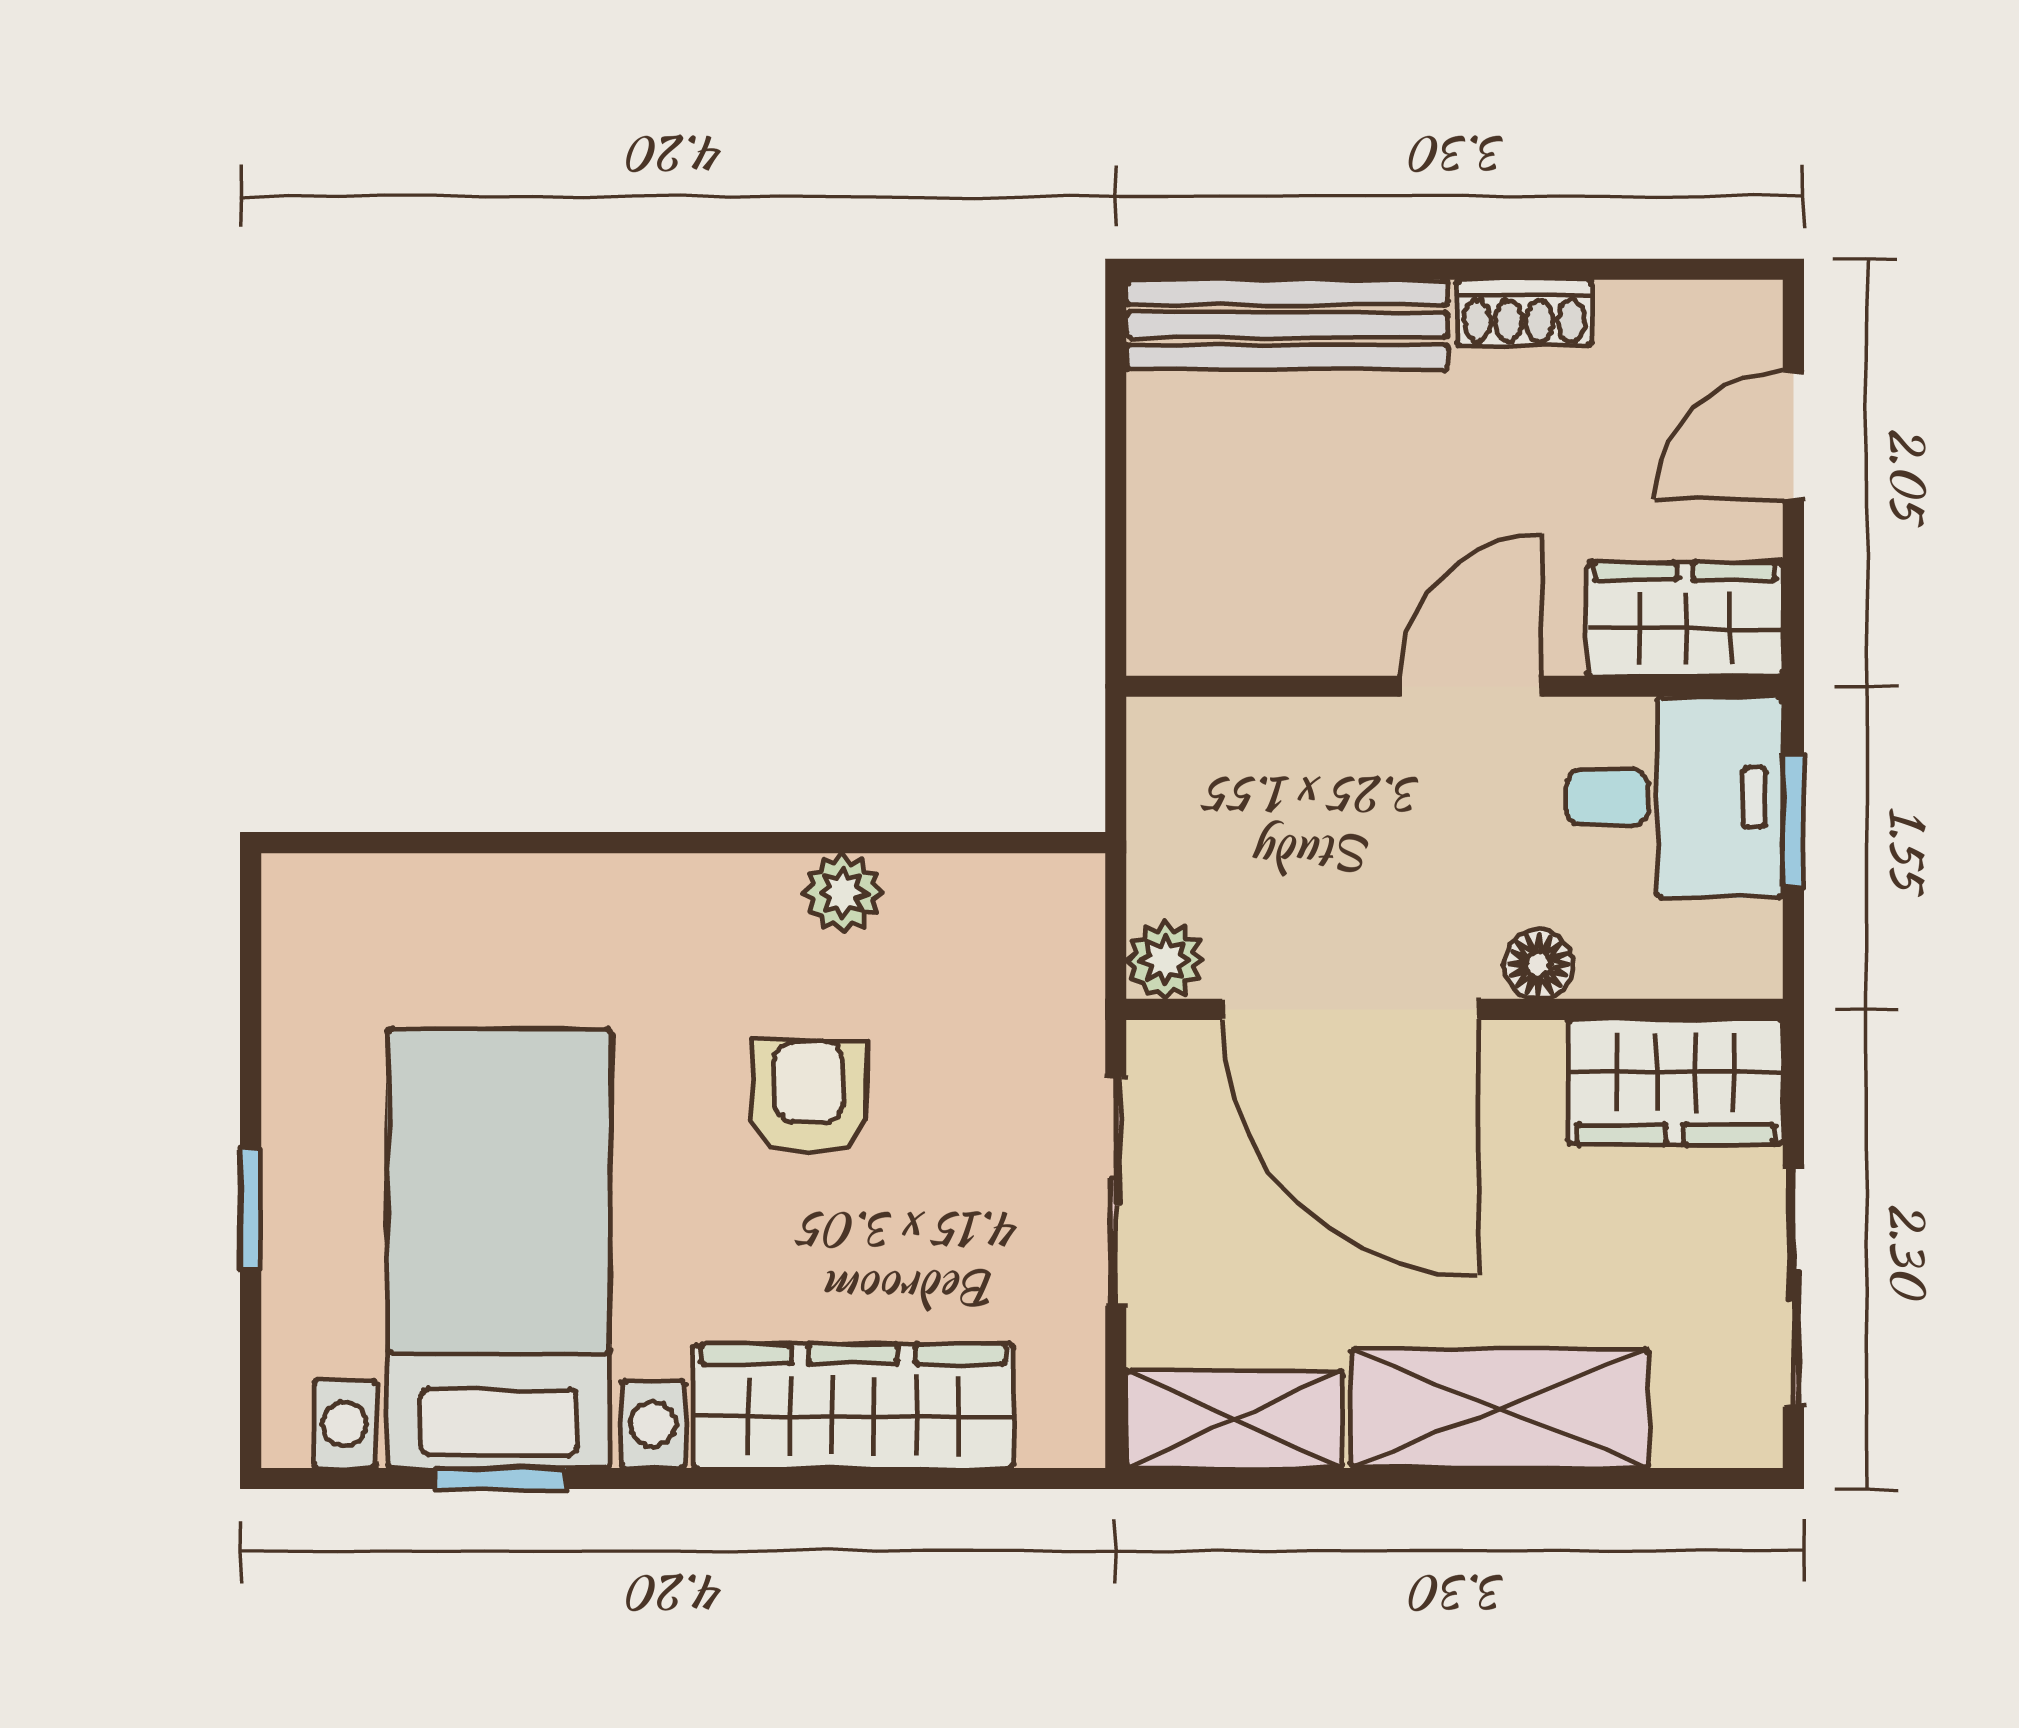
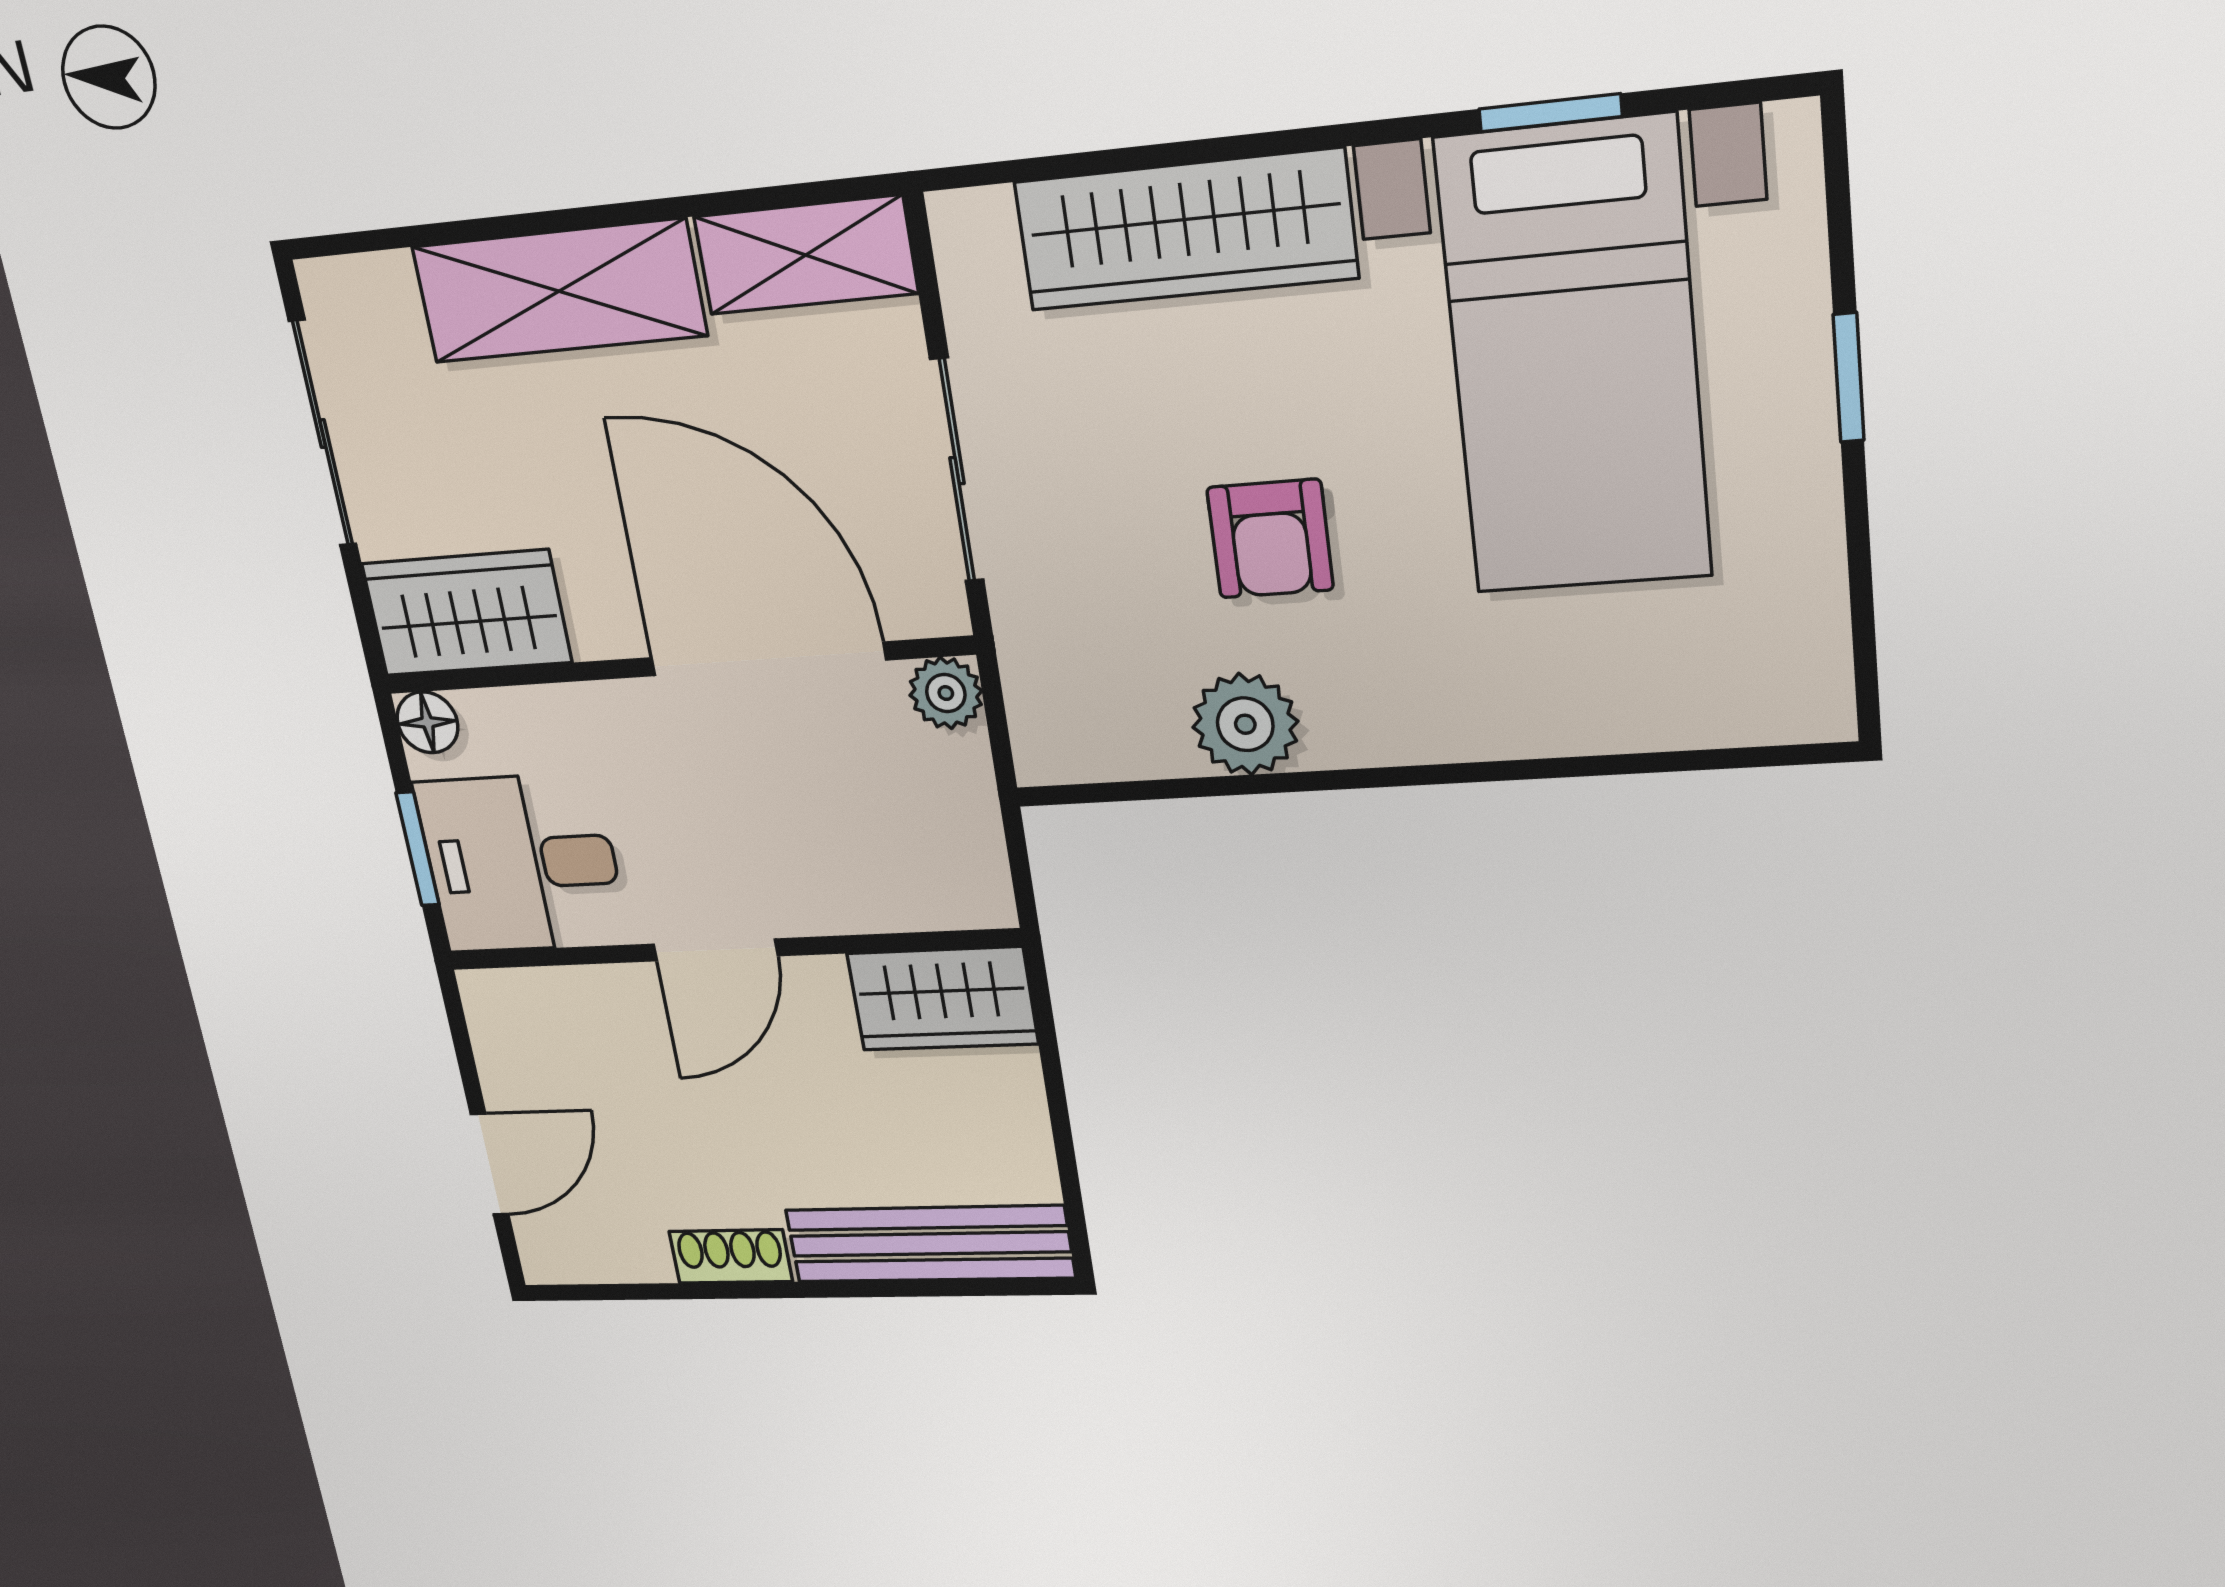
wardrobe: (1685, 619) -> (942, 999), moved
plant: (843, 892) -> (1245, 724), width x1.38, depth x1.38
floor lamp: (1539, 964) -> (427, 722), moved

